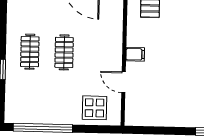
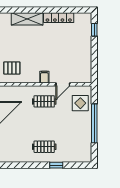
clothes rail: (64, 52) -> (44, 101), moved
window: (43, 128) -> (94, 123), moved

